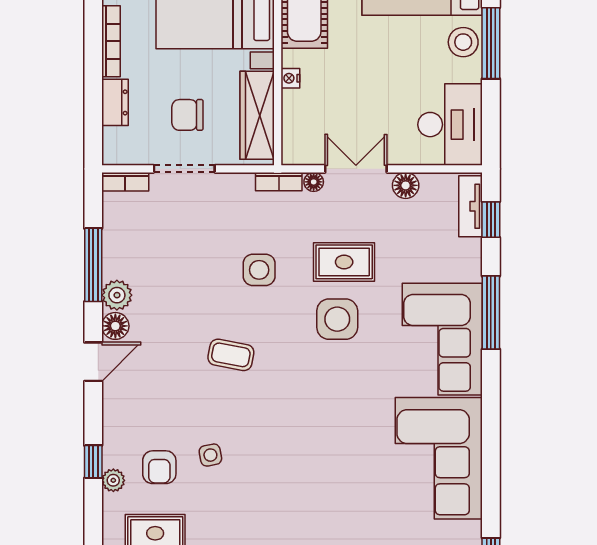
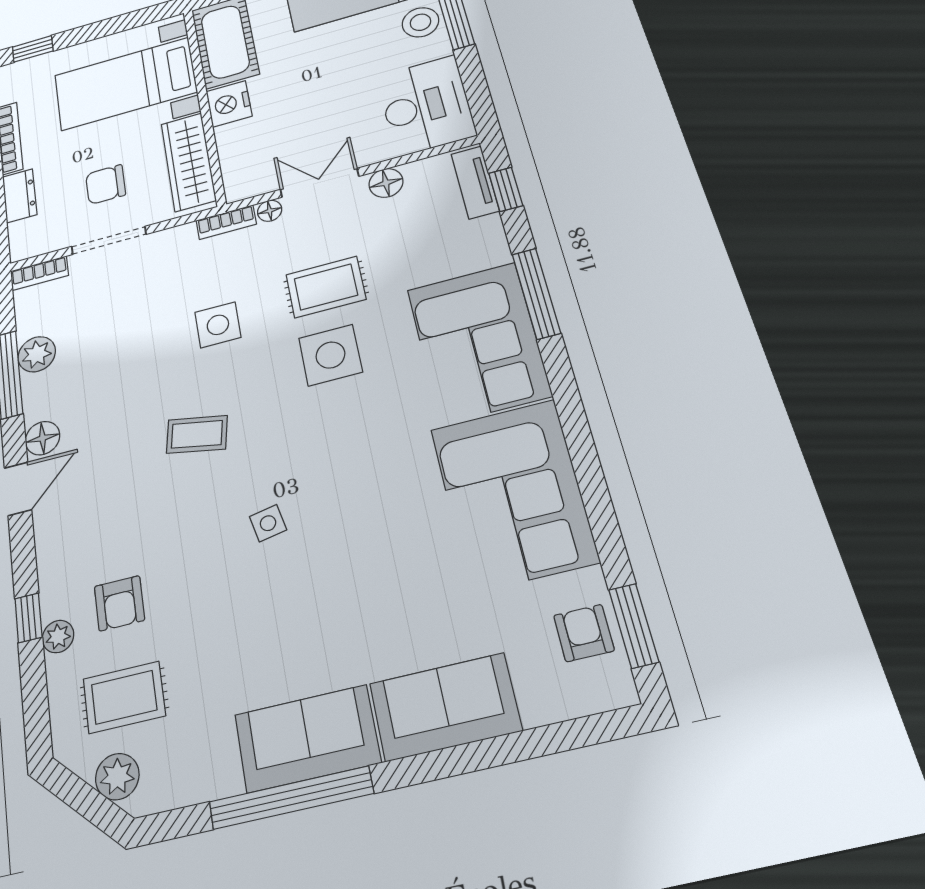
nightstand: (290, 78) -> (229, 104), width x1.89, depth x1.79
plant: (117, 295) -> (37, 354), moved
side table: (210, 455) -> (268, 523), moved

